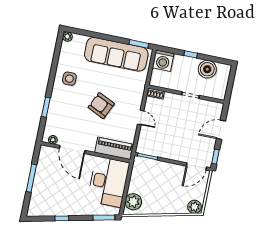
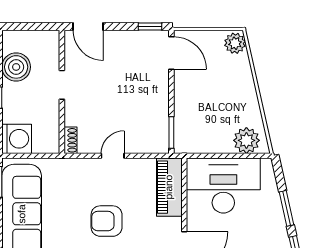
armchair: (101, 106) -> (107, 221), turned 65
door: (221, 130) -> (88, 26), moved
window: (104, 218) -> (286, 208), moved

